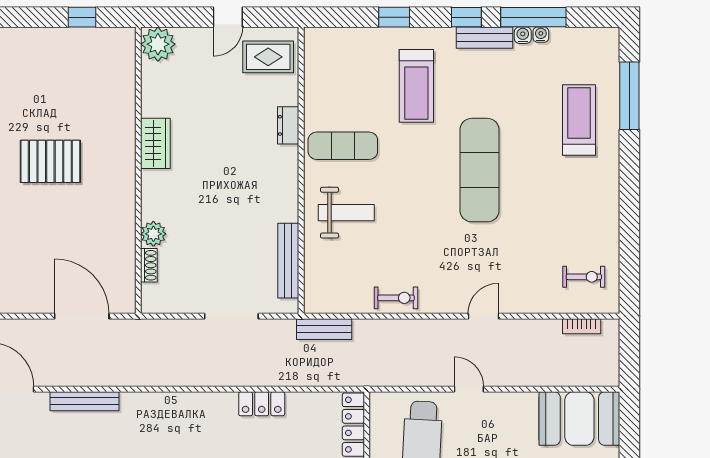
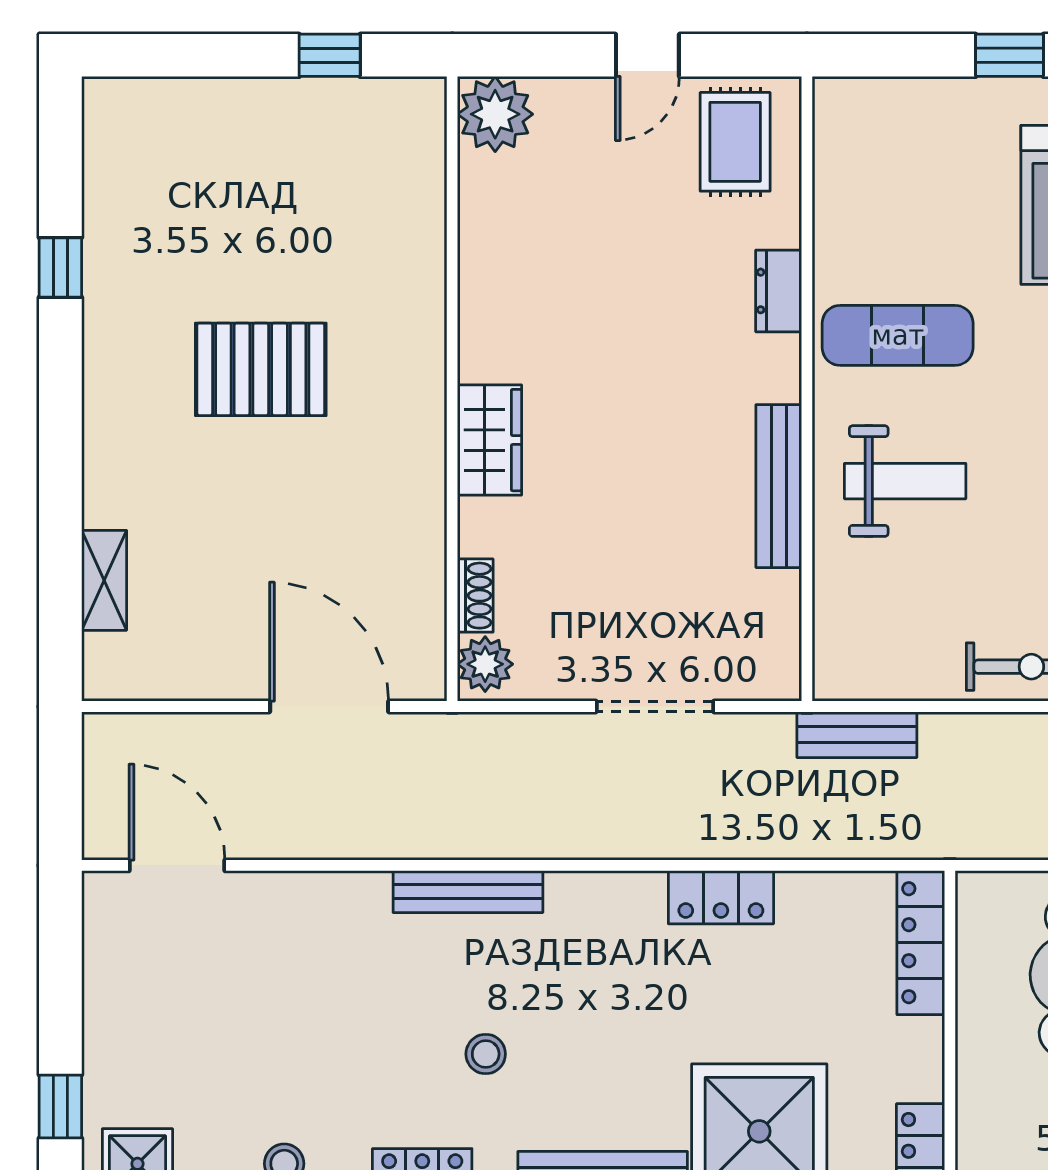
rug: (268, 57) -> (735, 142), turned 90
wardrobe: (155, 143) -> (489, 440), moved
plant: (153, 234) -> (485, 664), moved
bench: (288, 261) -> (779, 486), moved
bench: (84, 401) -> (468, 892), moved

